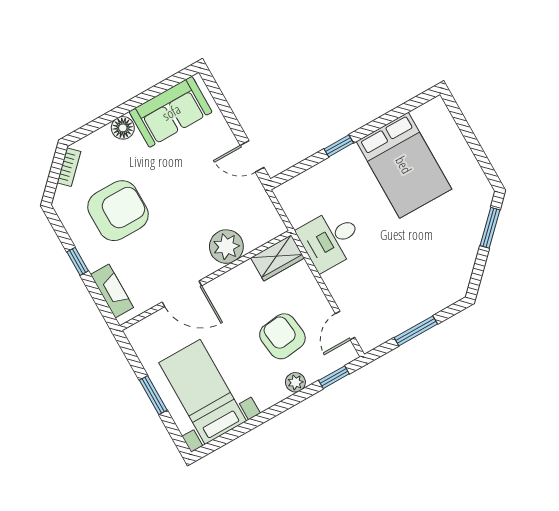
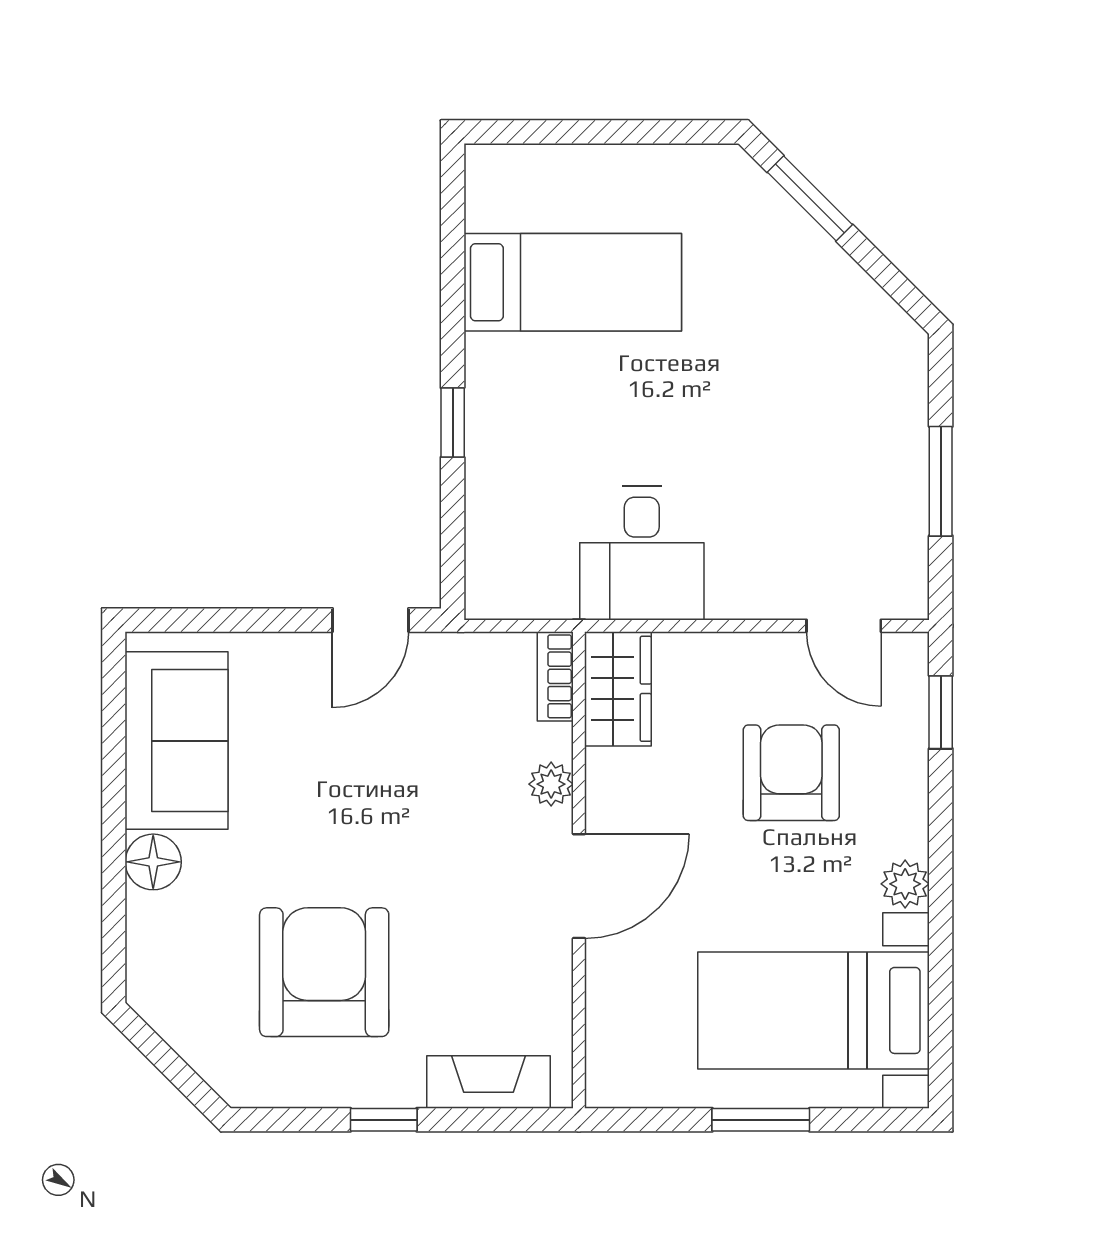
bed: (404, 165) -> (573, 282), width x0.67
bookcase: (69, 167) -> (555, 676), moved, turned -135
plant: (226, 247) -> (551, 784), width x0.53, depth x0.53
door: (182, 294) -> (579, 886), moved
armchair: (282, 336) -> (791, 773), turned 97
plant: (295, 382) -> (905, 884), moved

